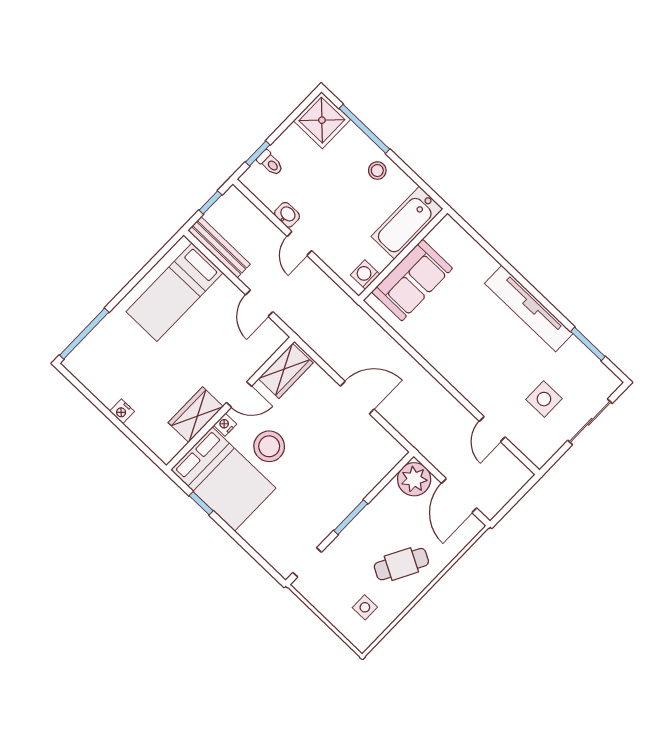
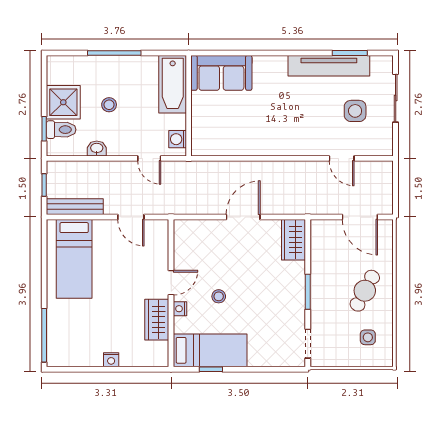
shower: (322, 120) -> (63, 102), moved
window: (364, 129) -> (114, 53), moved
toilet: (270, 163) -> (61, 130), width x1.37, depth x1.39
stool: (377, 171) -> (109, 105), moved
door: (299, 244) -> (149, 158), moved
sofa: (412, 280) -> (221, 73), moved, turned 90
tv unit: (529, 308) -> (329, 66), moved
wardrobe: (286, 371) -> (294, 240), moved, turned 180
stool: (269, 446) -> (219, 296), width x0.53, depth x0.53
bed: (223, 479) -> (210, 350), width x0.67
plant: (414, 479) -> (324, 233), removed

